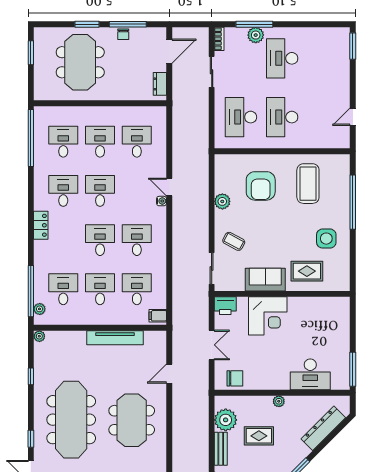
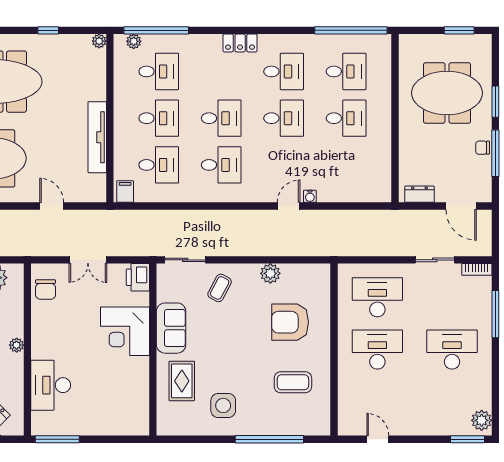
plant: (256, 35) -> (482, 420), moved
desk: (137, 142) -> (346, 165), removed
coffee table: (308, 184) -> (293, 382), width x0.73, depth x0.76
water cooler: (162, 201) -> (310, 196), moved

